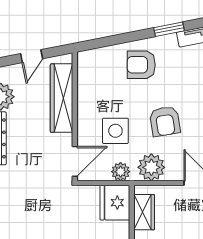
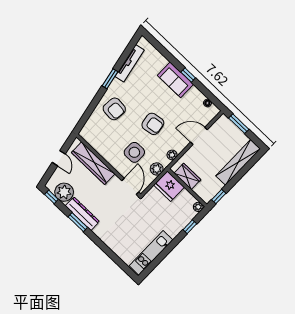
armchair: (141, 65) -> (114, 109), turned -85
plant: (151, 167) -> (172, 155), width x0.53, depth x0.53

